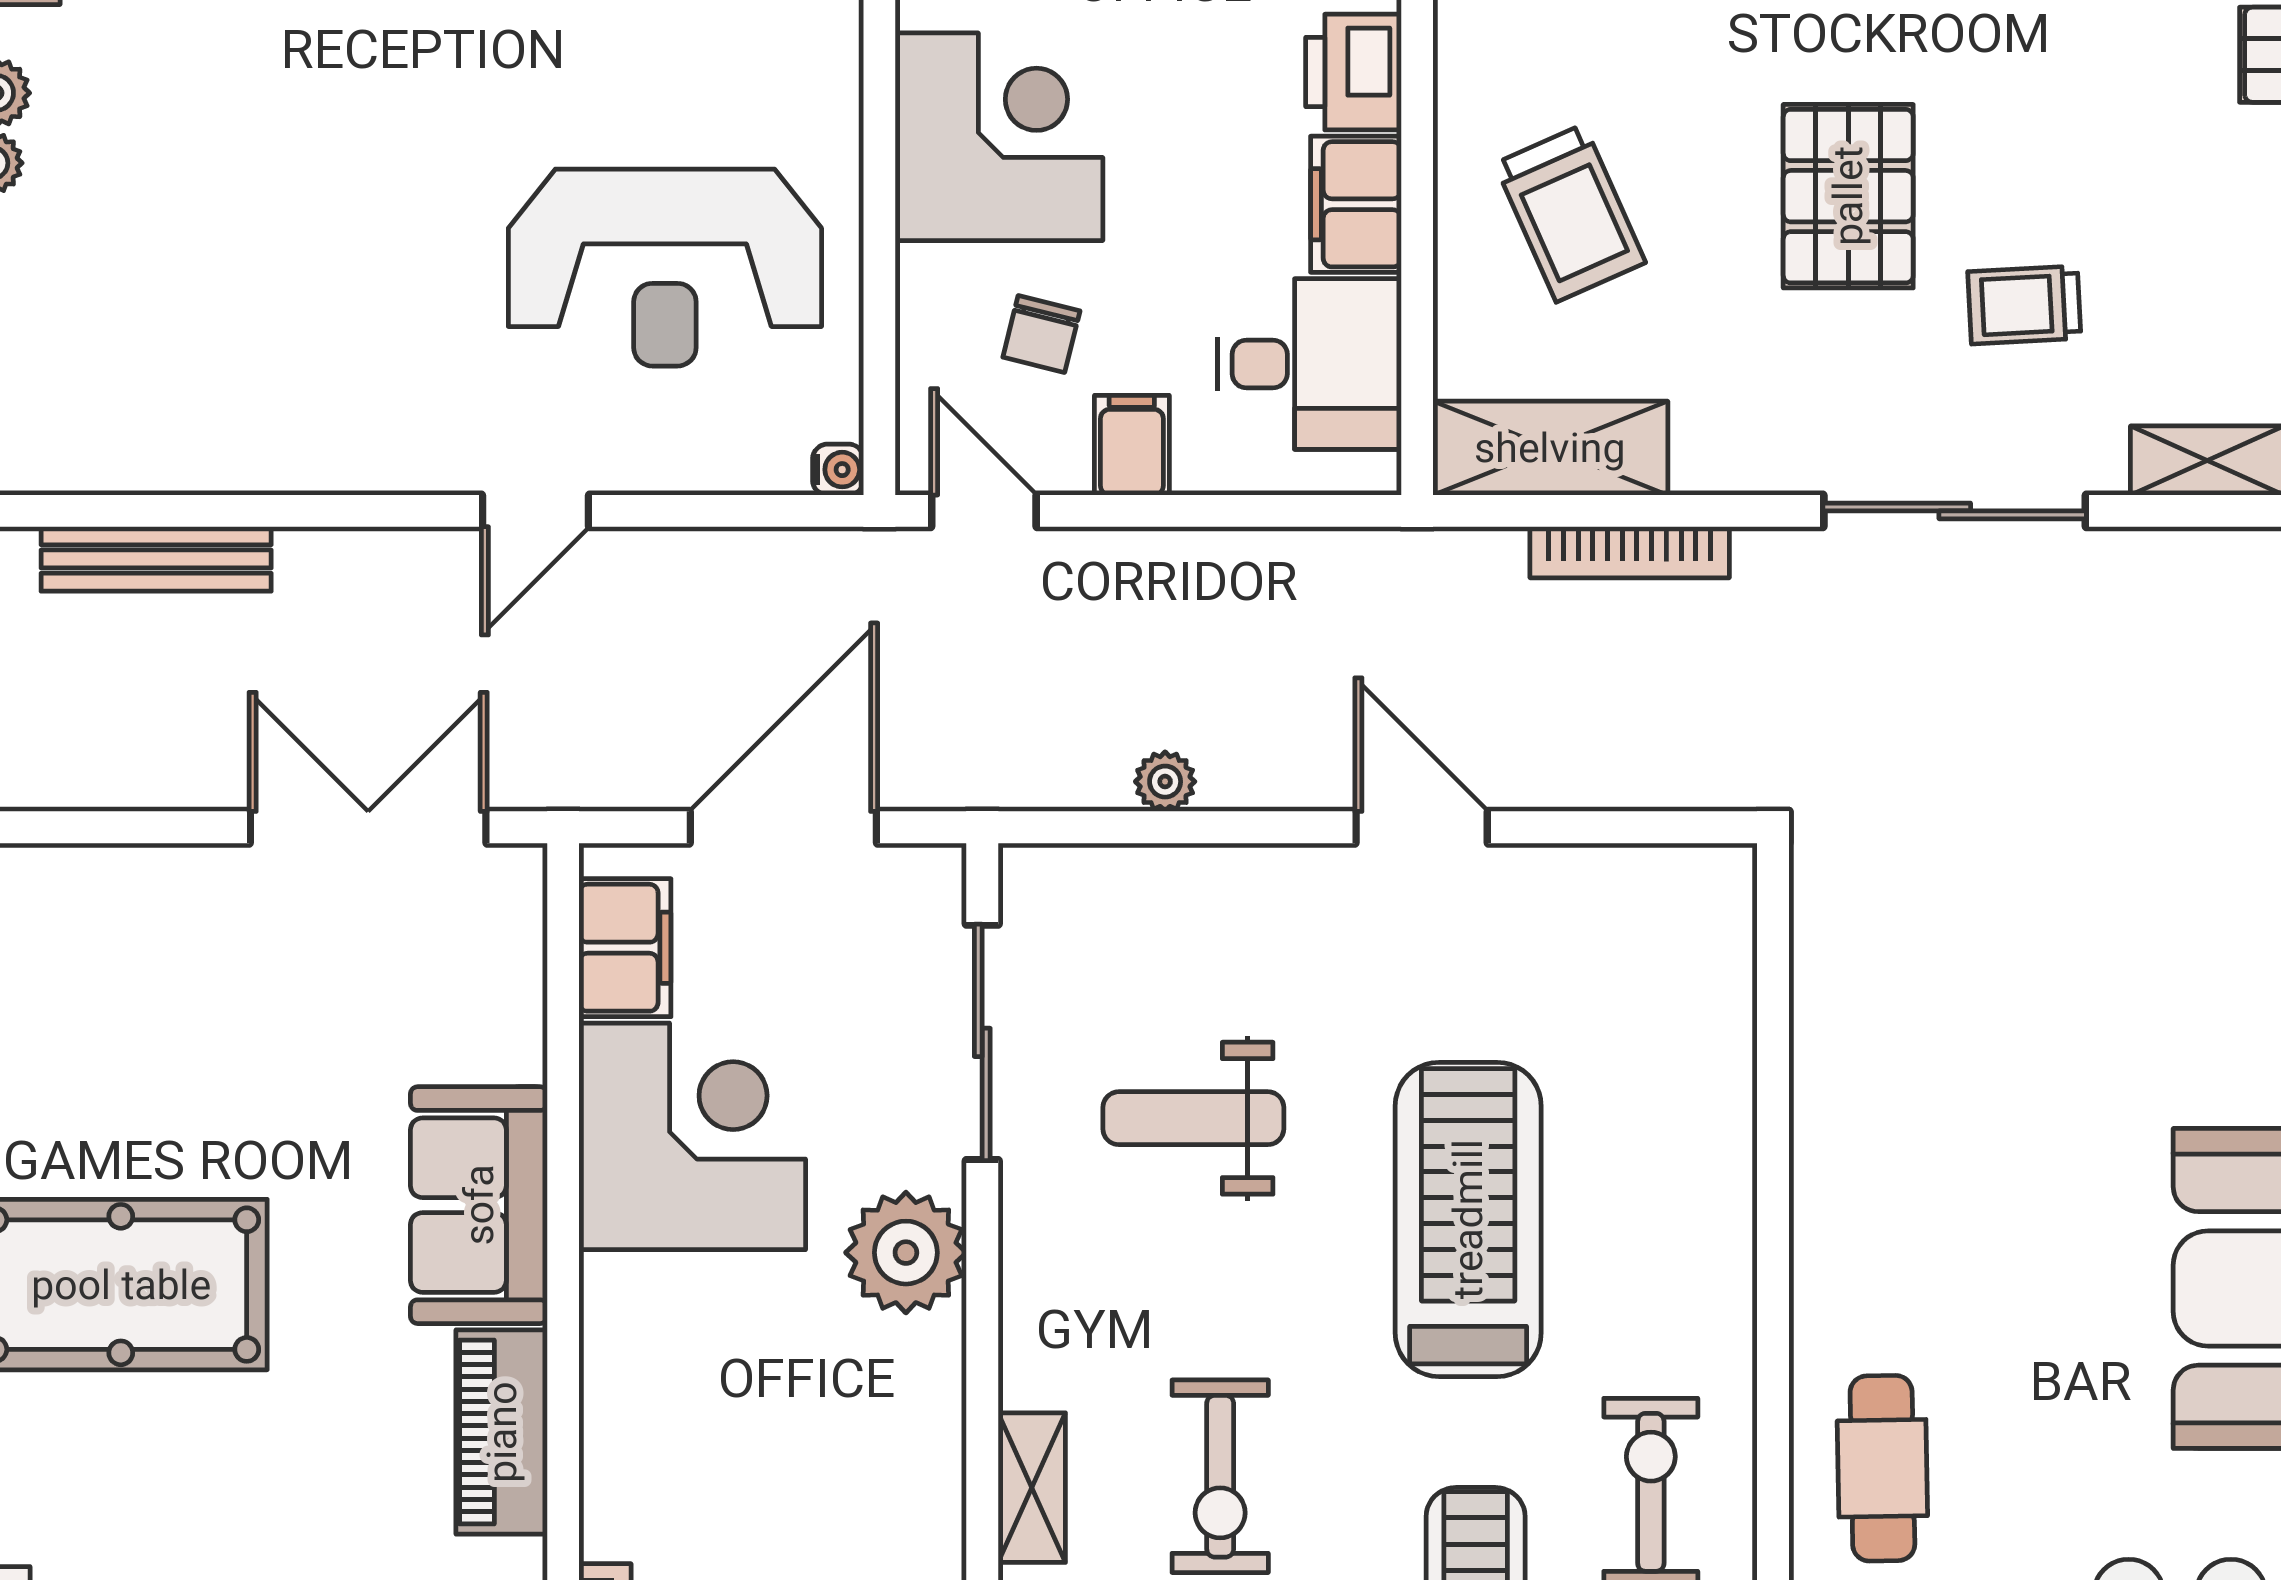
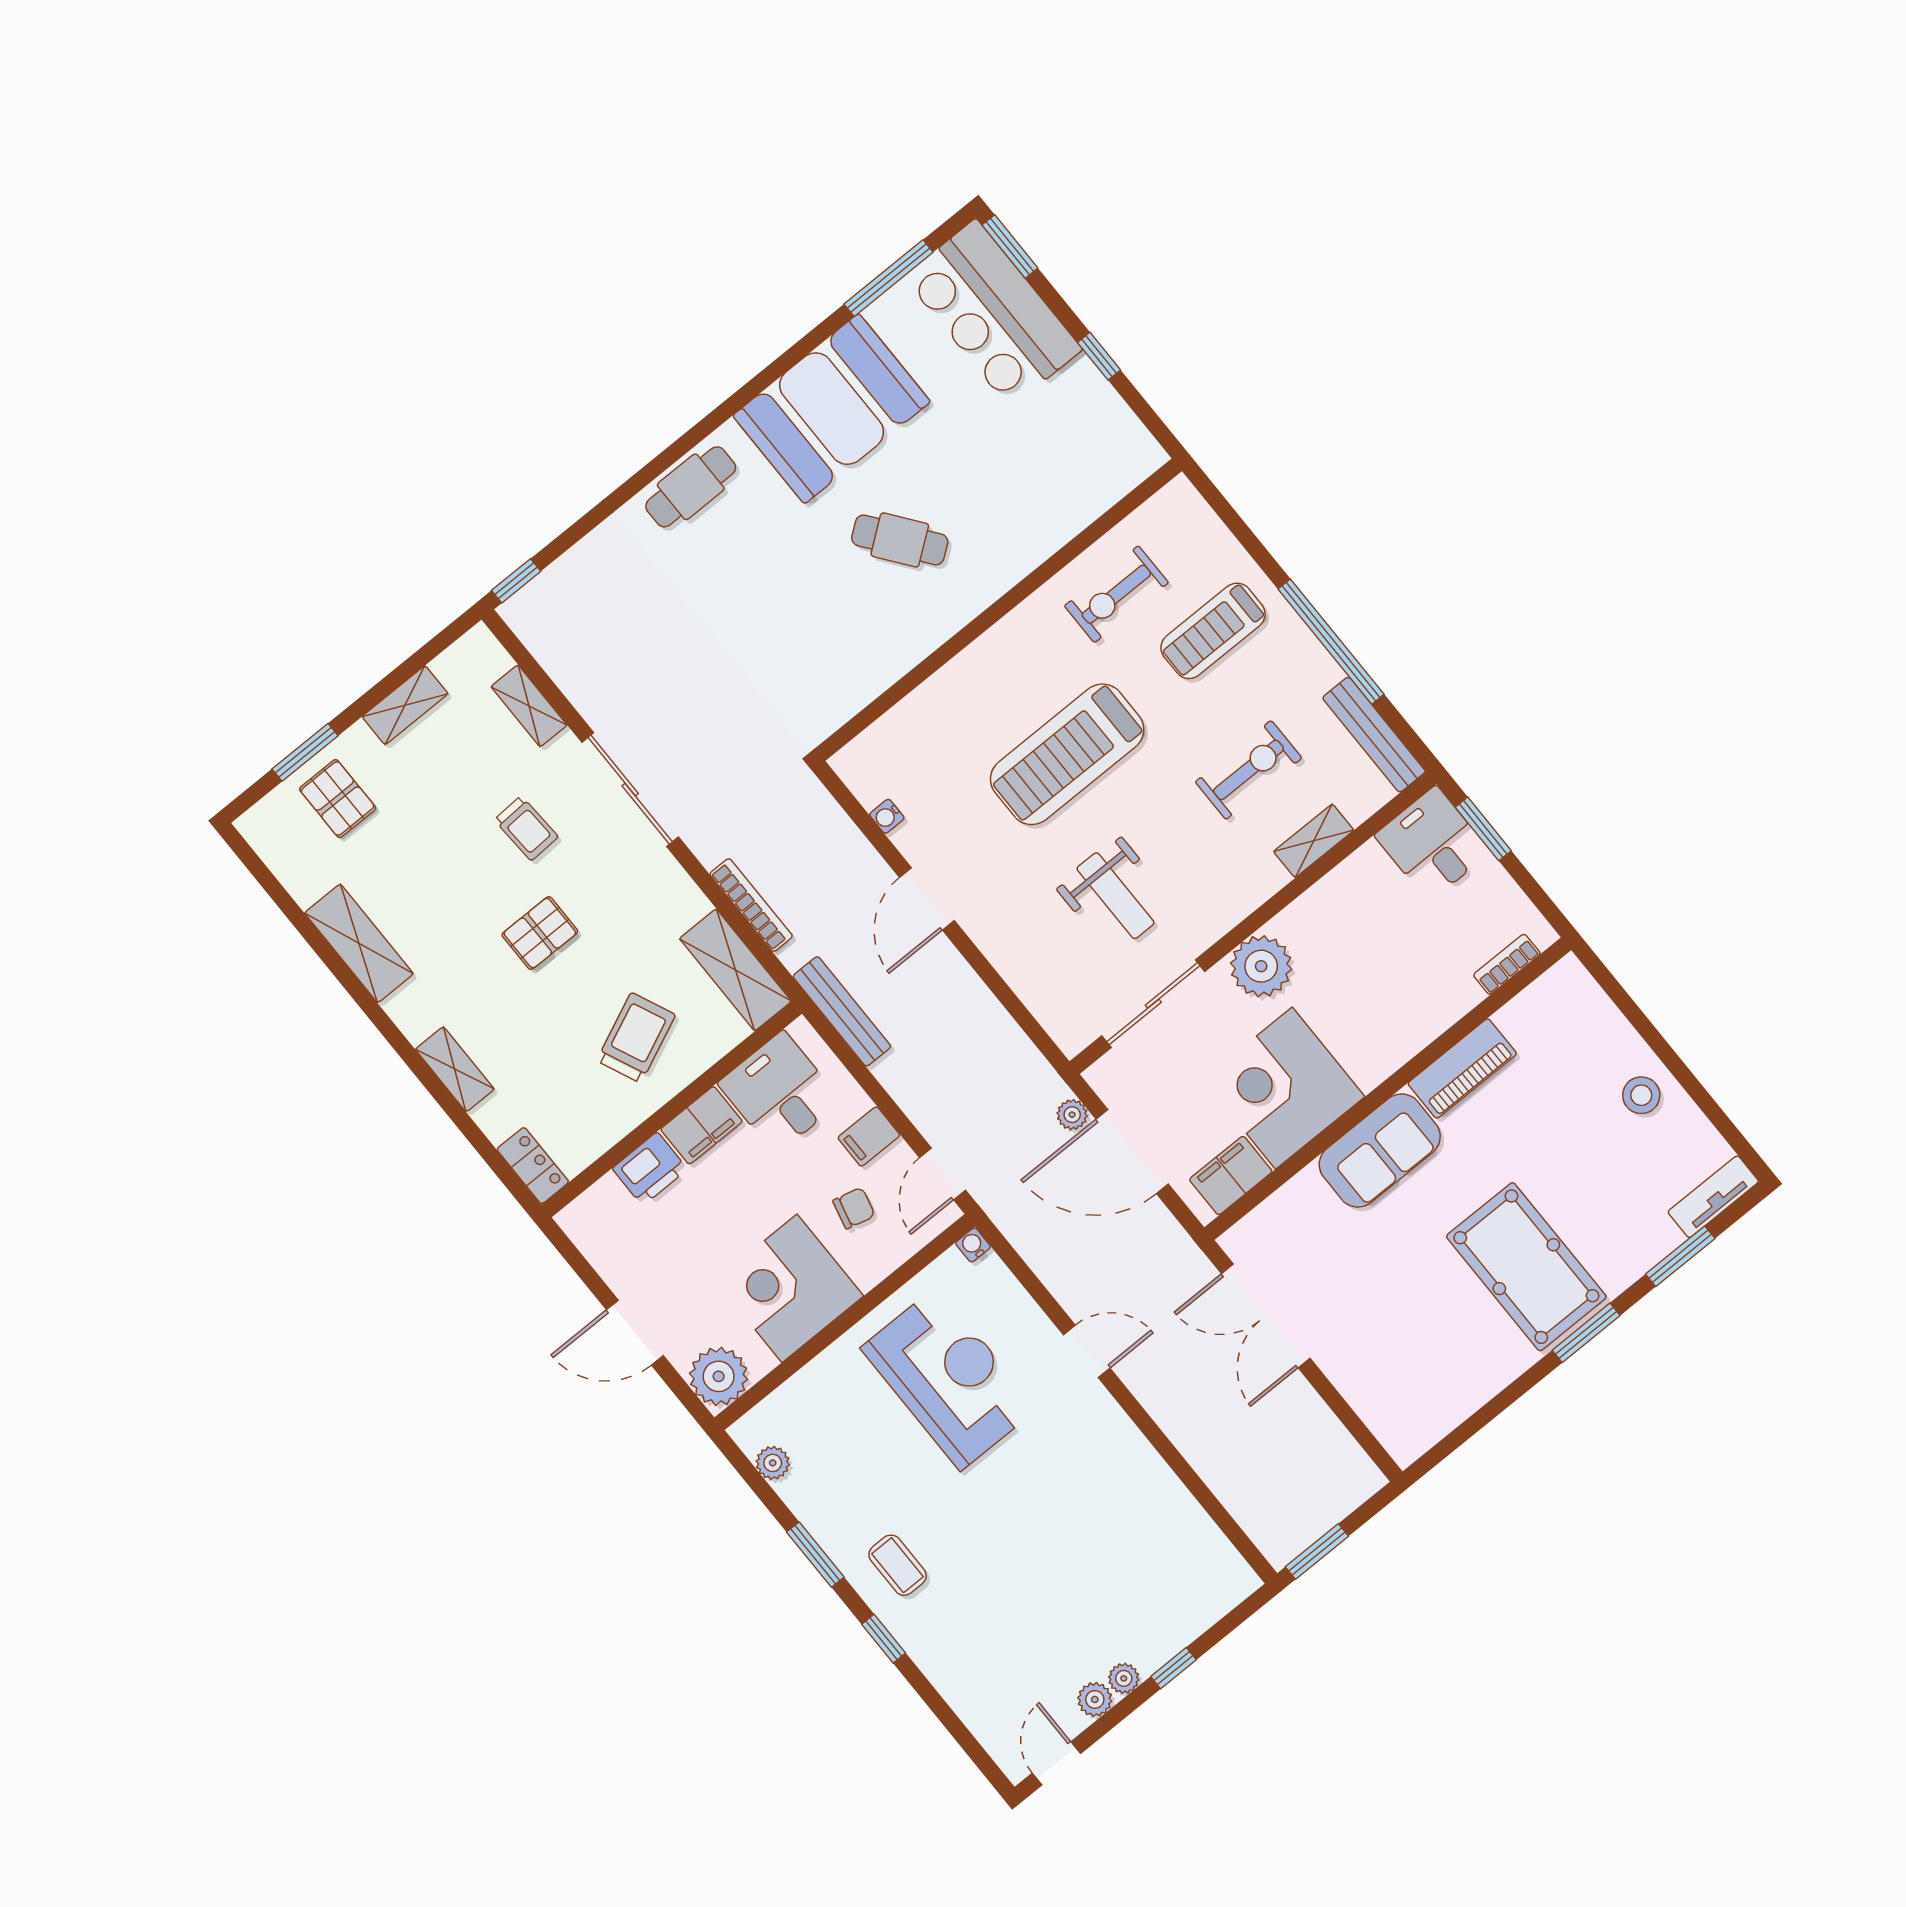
pallet: (1848, 196) -> (540, 933), width x0.67, depth x0.71
bench: (156, 559) -> (842, 1011), moved
plant: (1165, 782) -> (1072, 1115), moved
water cooler: (1597, 869) -> (887, 816), added
cafe table: (1882, 1468) -> (900, 540), moved, turned 54

